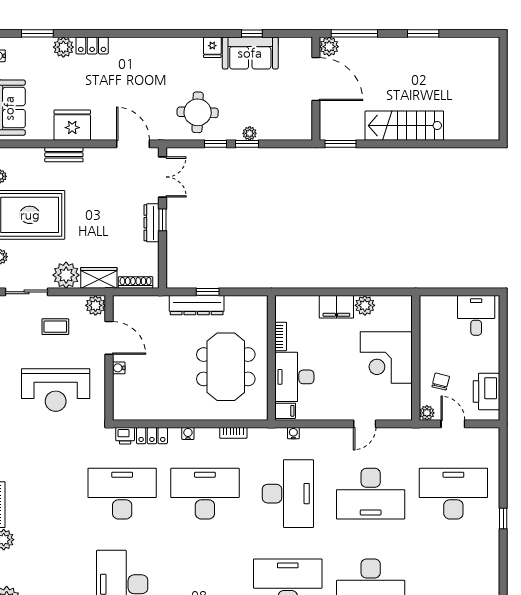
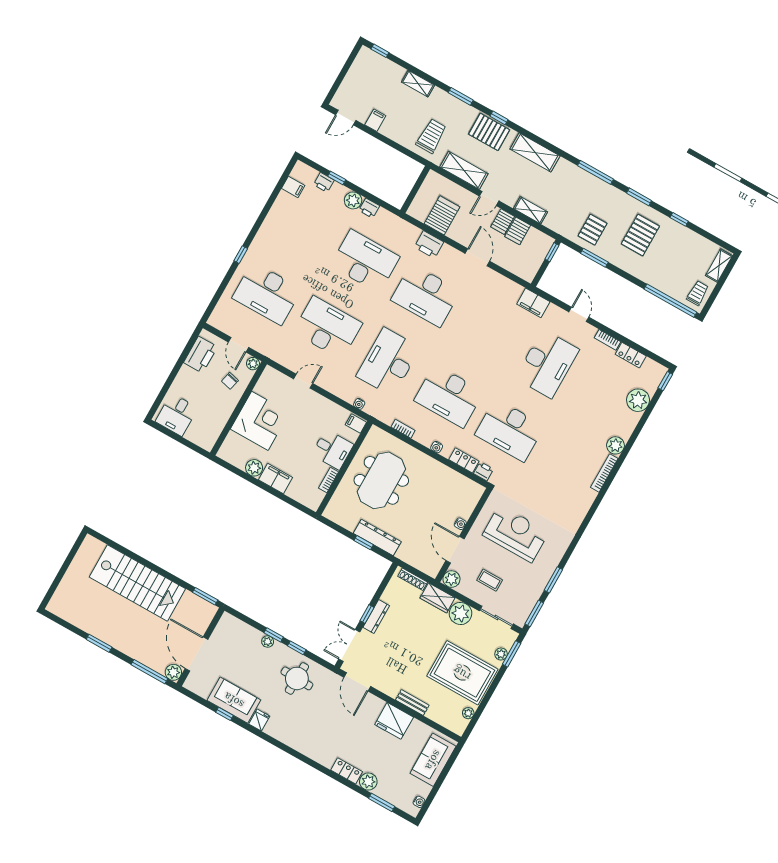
stairs: (404, 126) -> (137, 583), width x1.36, depth x1.51
desk: (294, 377) -> (332, 450), width x0.73

